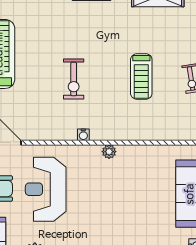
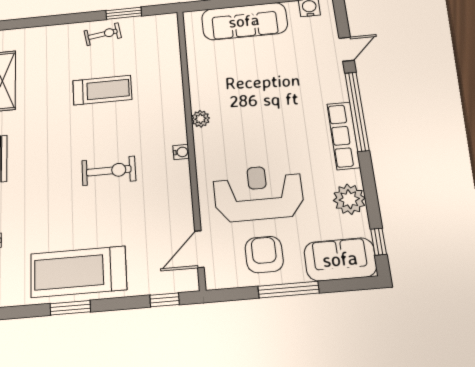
reception desk: (46, 189) -> (258, 193), turned 180

